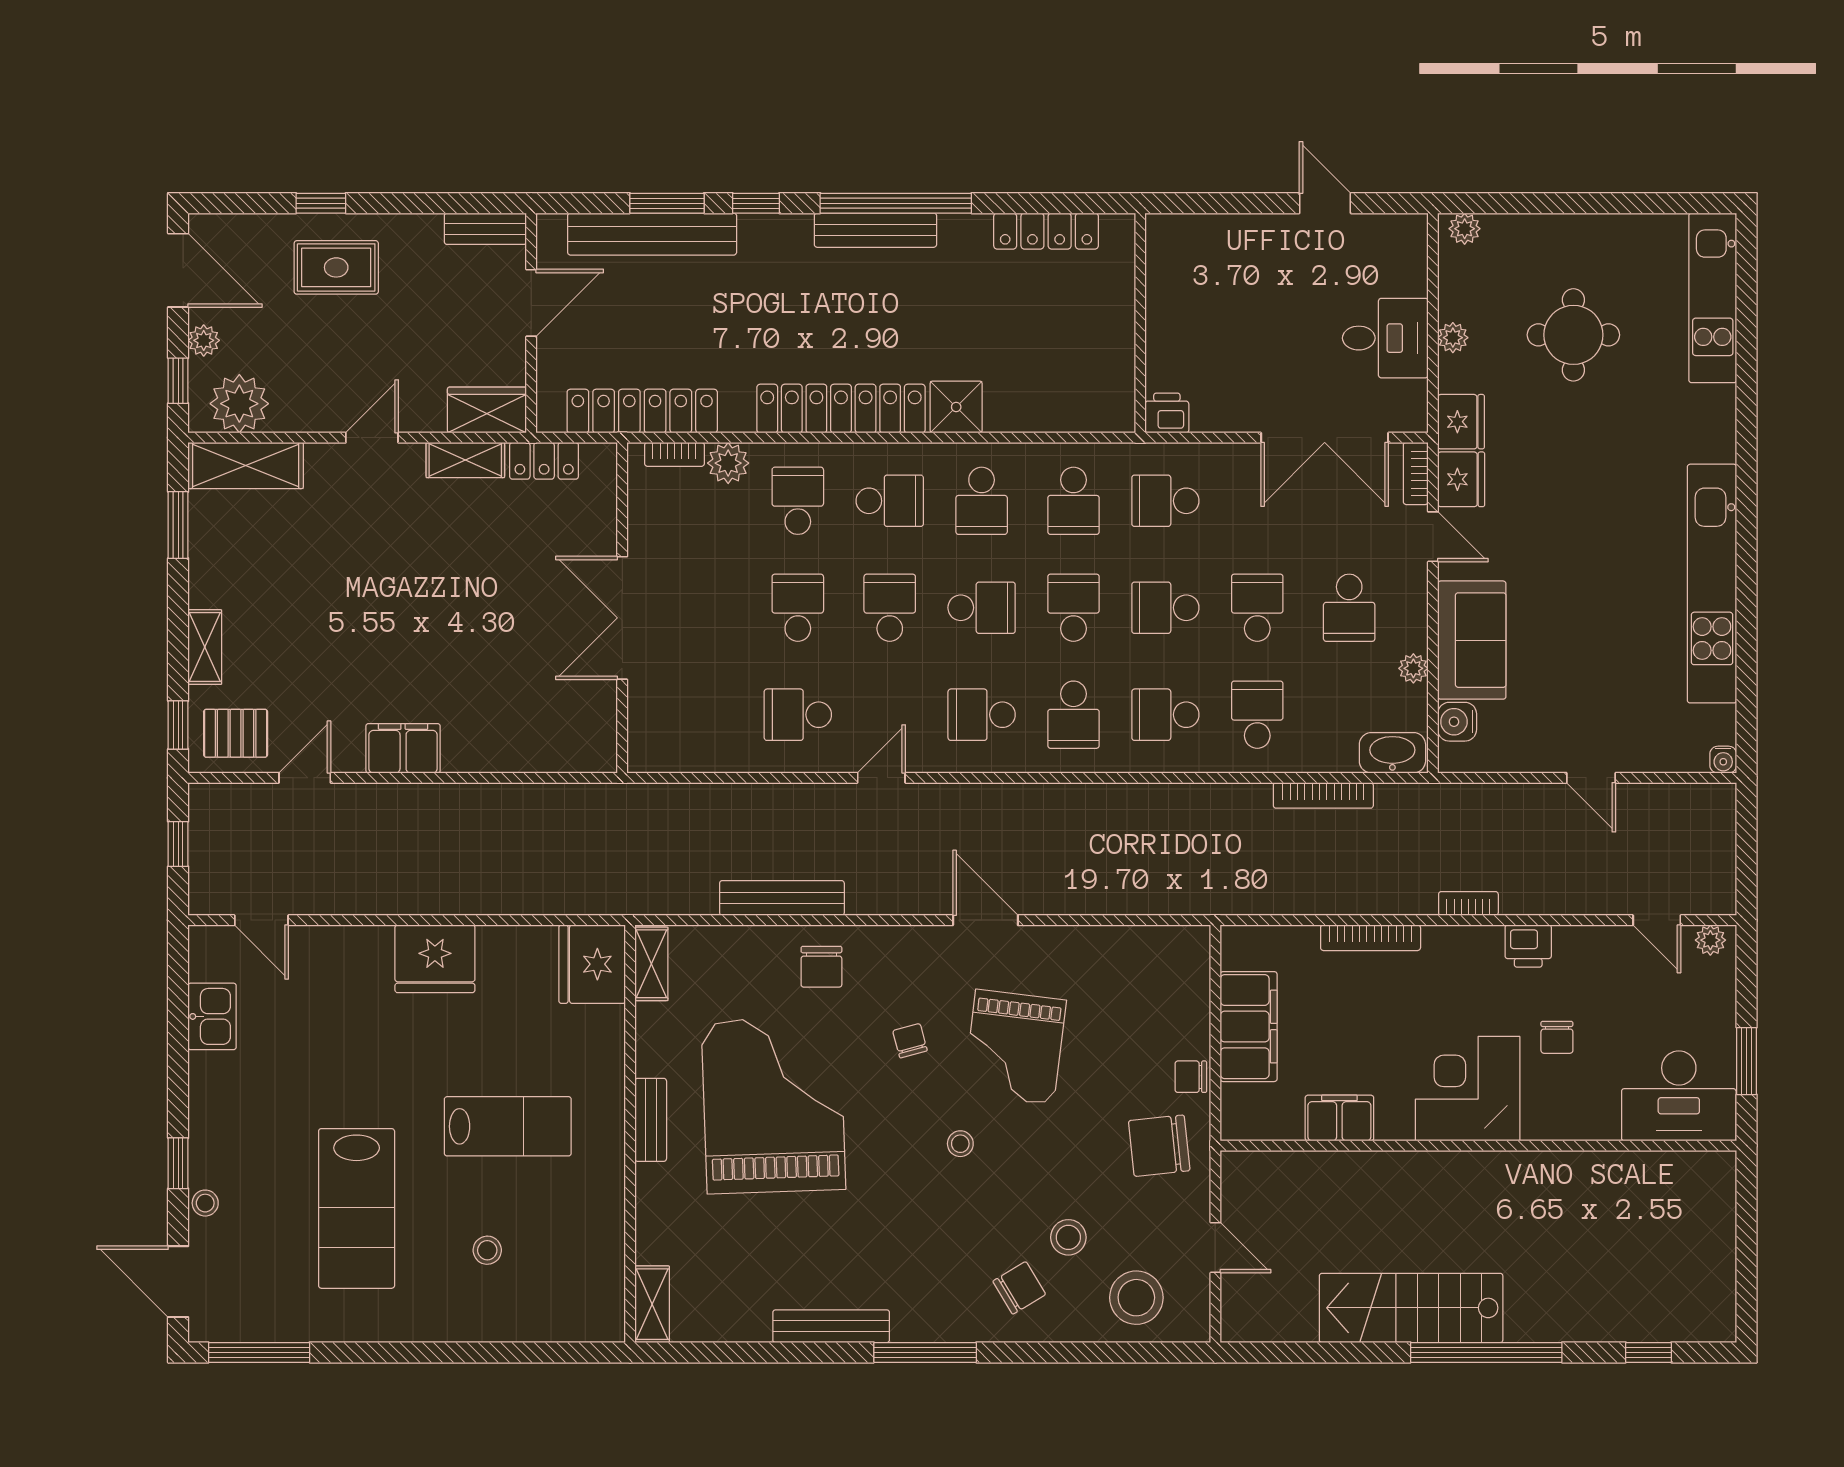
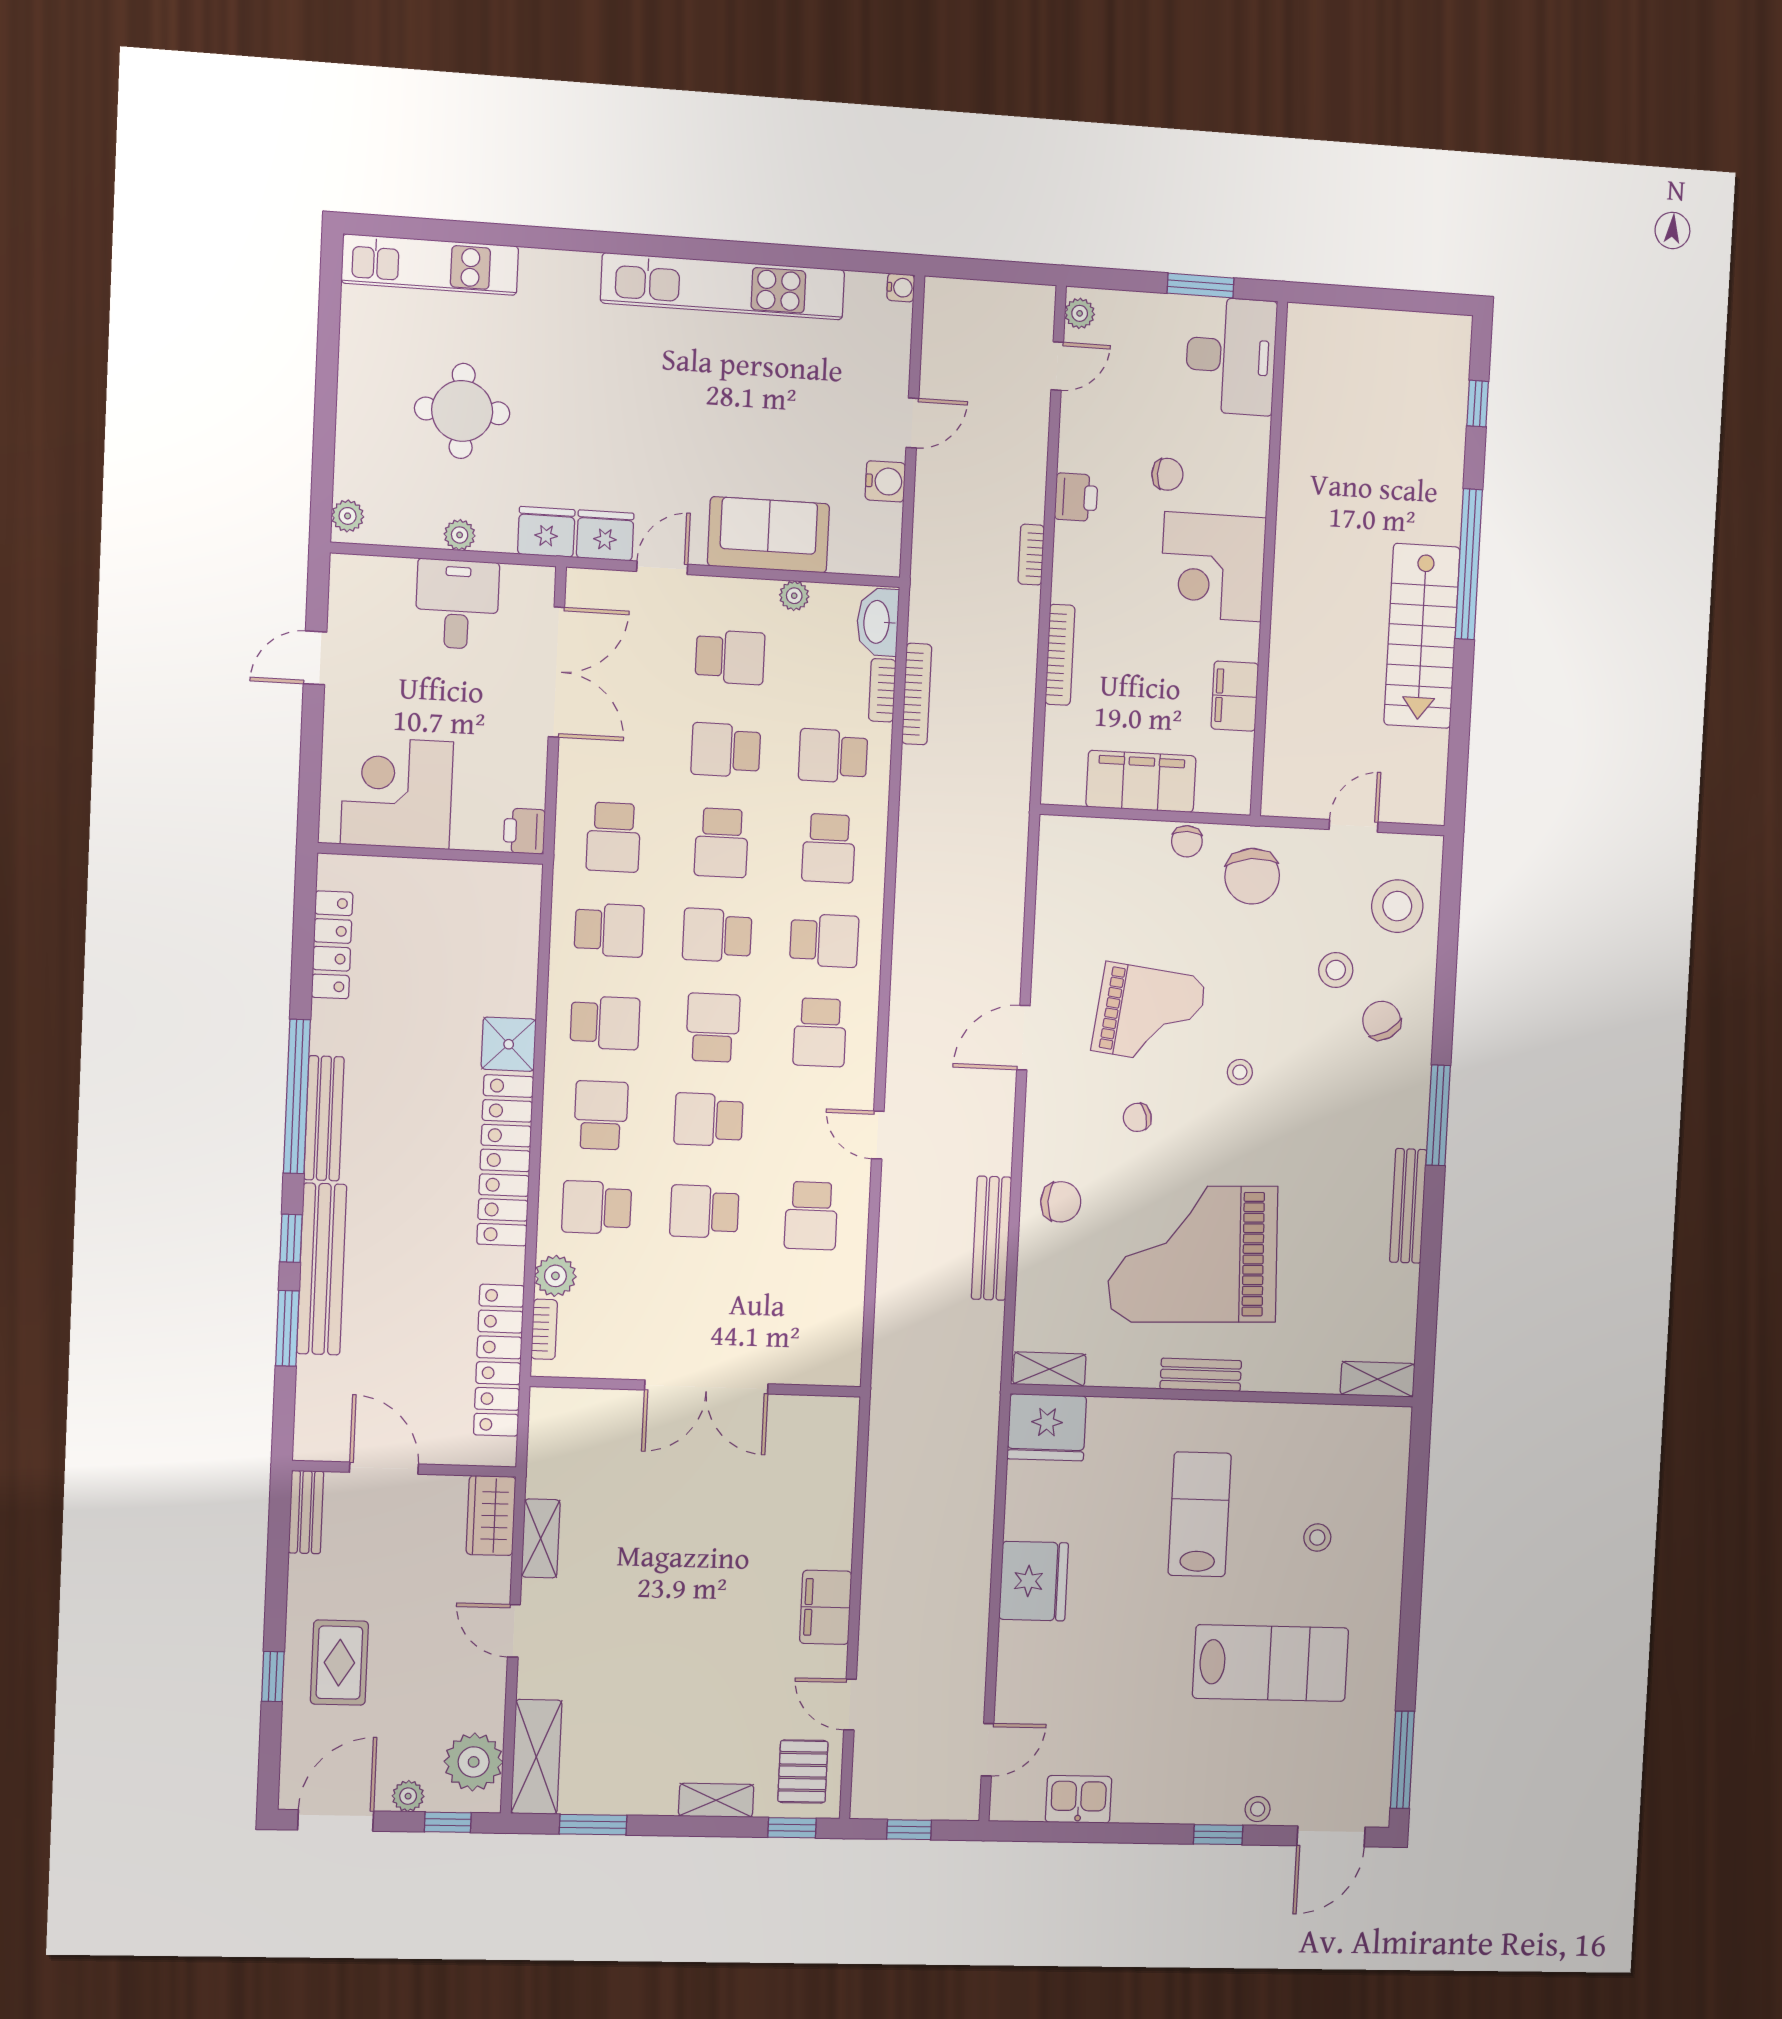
bench: (652, 234) -> (322, 1269), moved
corner desk: (1198, 288) -> (397, 793), added
locker: (544, 461) -> (545, 1460), removed
bookcase: (1416, 473) -> (882, 690), moved, turned 90
water cooler: (1457, 722) -> (885, 481), moved, turned -90

